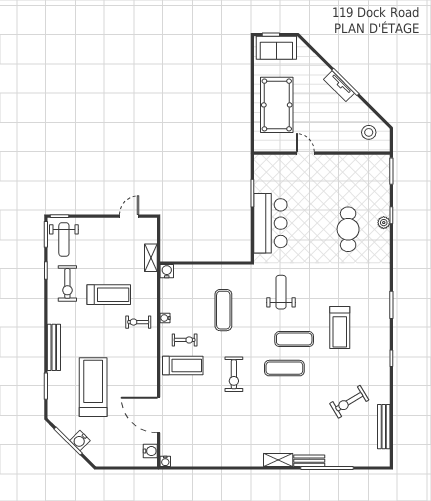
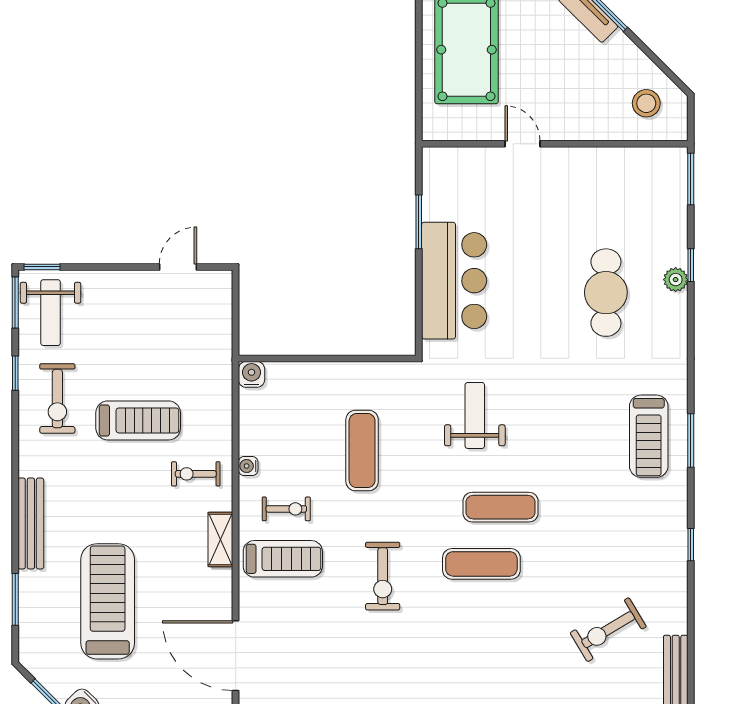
shelving: (151, 258) -> (220, 539), moved
treadmill: (340, 328) -> (649, 436), moved

